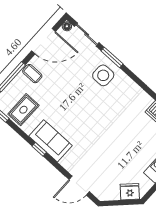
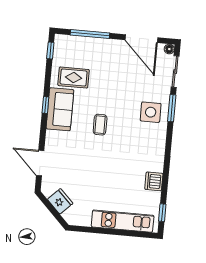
coffee table: (32, 74) -> (100, 125), moved
rug: (23, 110) -> (74, 78), moved
fridge: (130, 192) -> (60, 201), moved

